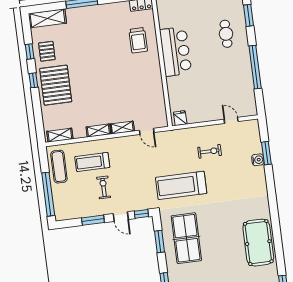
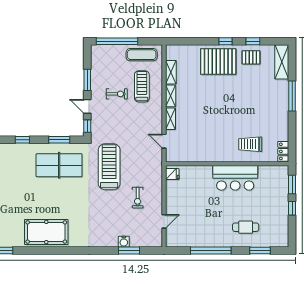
door: (147, 131) -> (164, 141), hinge flipped
shelving: (60, 135) -> (171, 72), moved
door: (121, 217) -> (87, 106), hinge flipped

